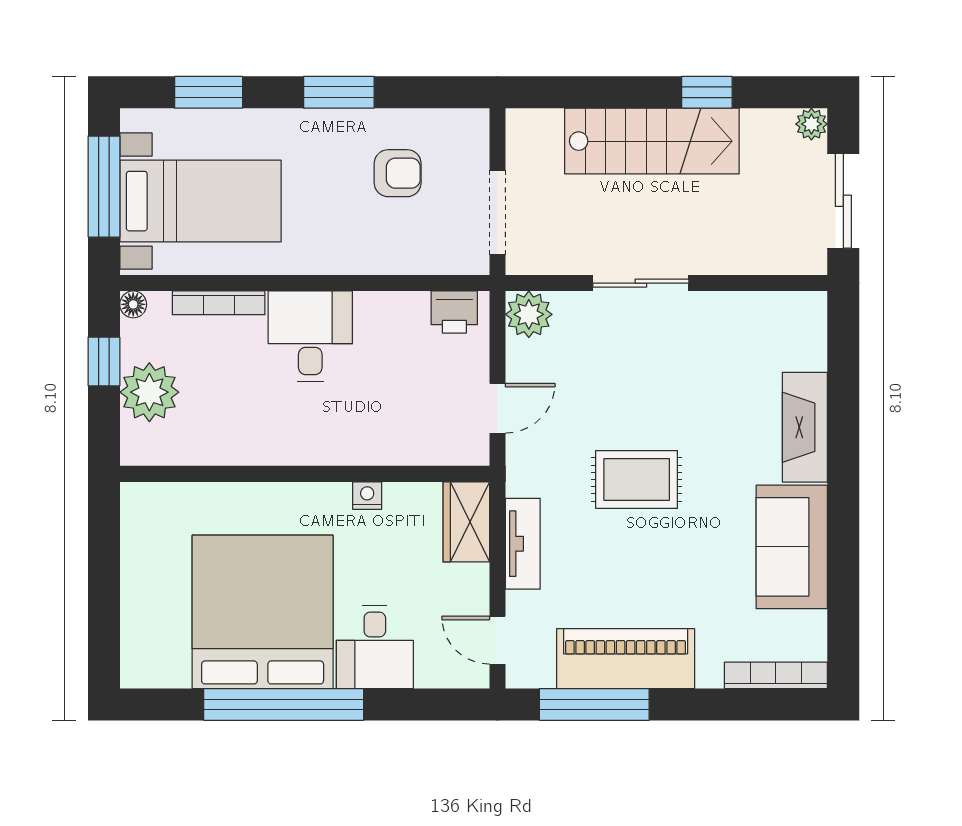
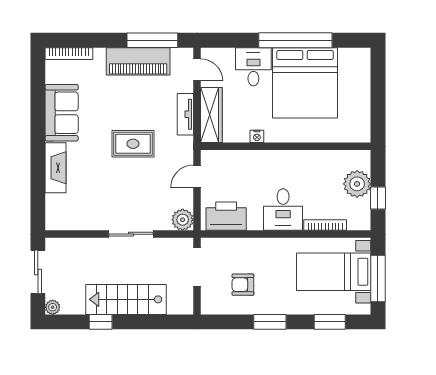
floor lamp: (133, 304) -> (364, 224), removed
printer: (454, 312) -> (226, 216), width x1.87, depth x1.48
wardrobe: (466, 522) -> (211, 115), width x1.50

